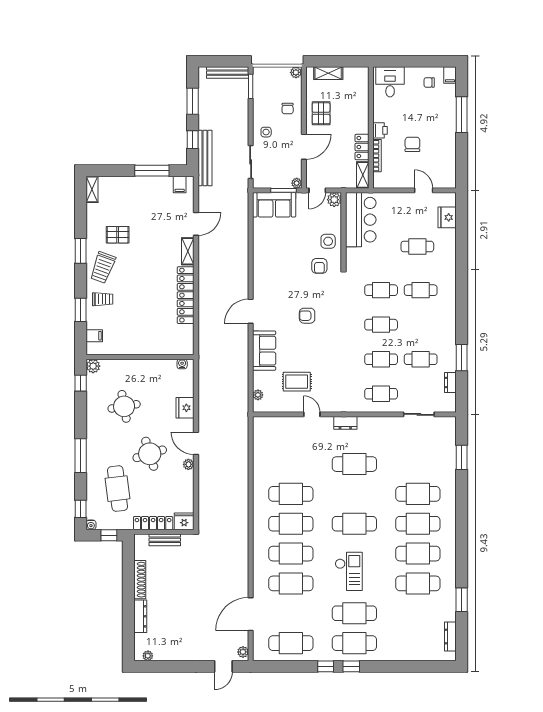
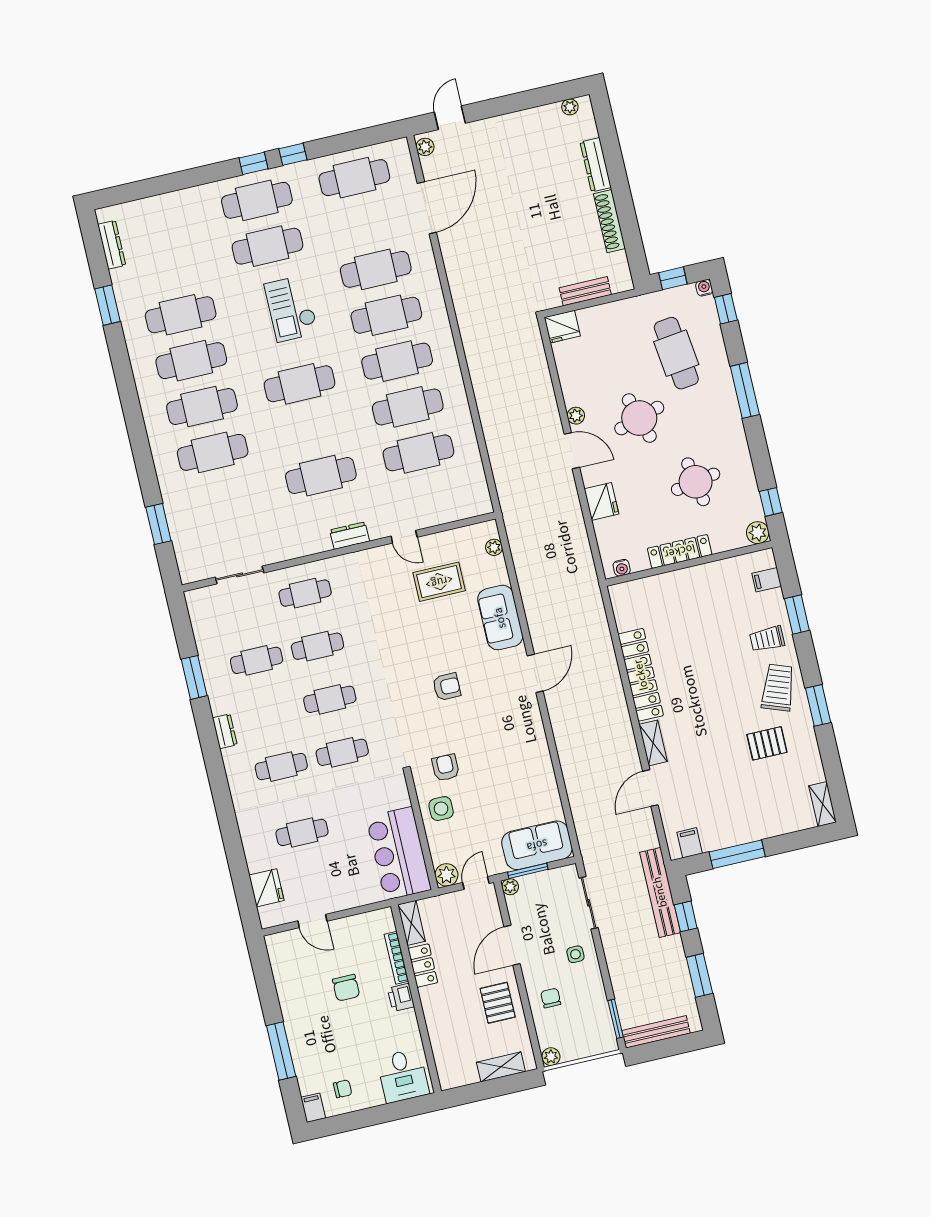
dresser: (450, 382) -> (225, 731), moved
cafe table: (291, 464) -> (418, 453), added
locker: (153, 523) -> (680, 551), moved, turned 180

